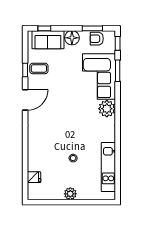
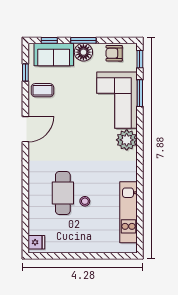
window: (92, 28) -> (83, 40), moved
window: (25, 70) -> (25, 72), moved
cafe table: (55, 151) -> (63, 193), added
fridge: (34, 177) -> (36, 242), moved
plant: (70, 194) -> (81, 245), removed

